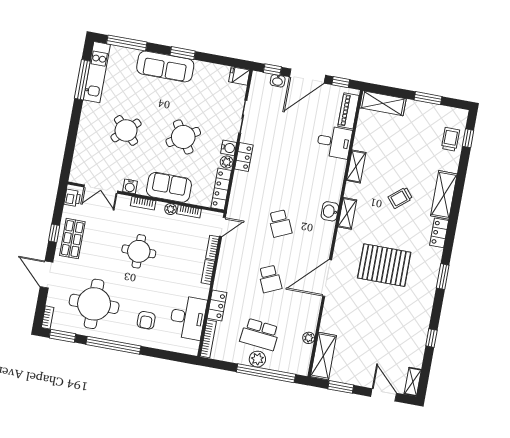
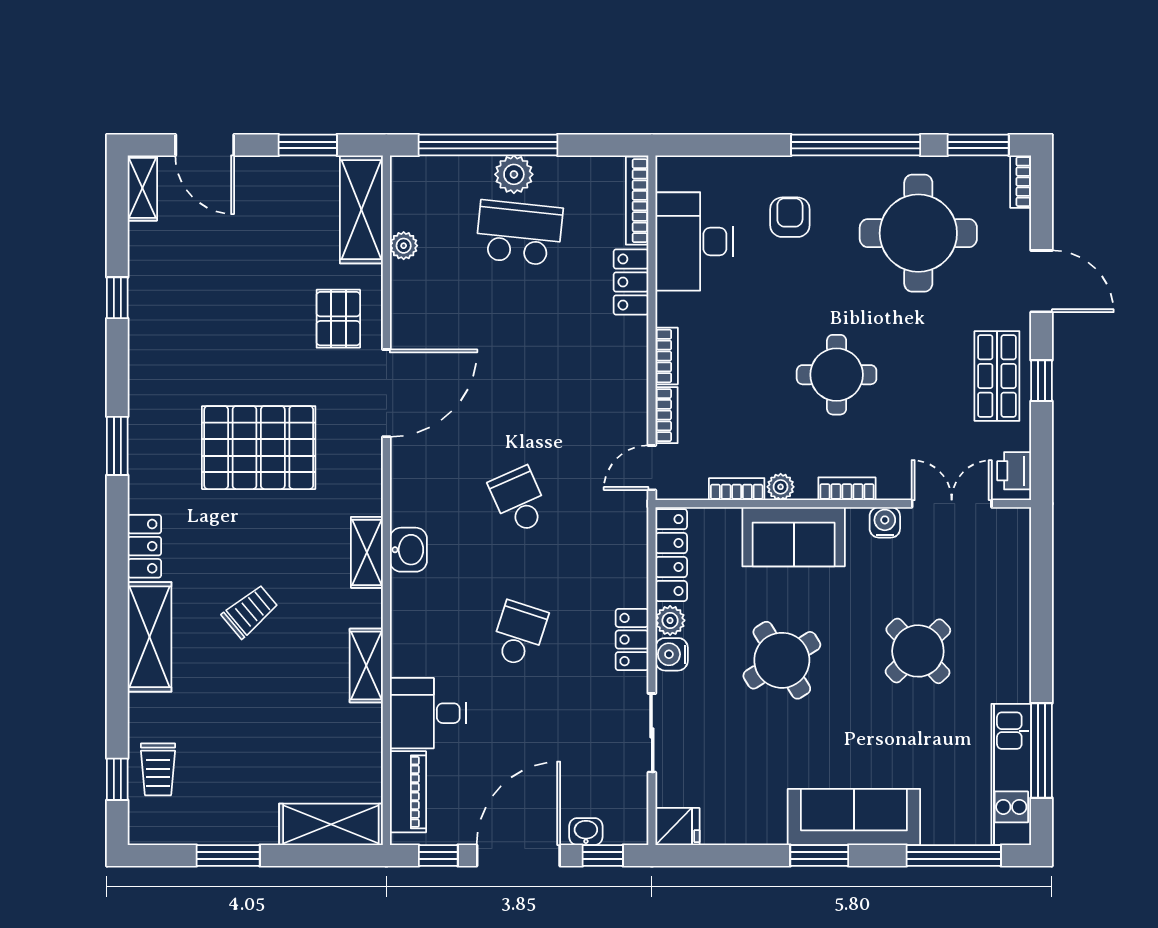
school desk: (270, 279) -> (519, 634), moved, turned 42
pallet: (341, 313) -> (338, 319), added

